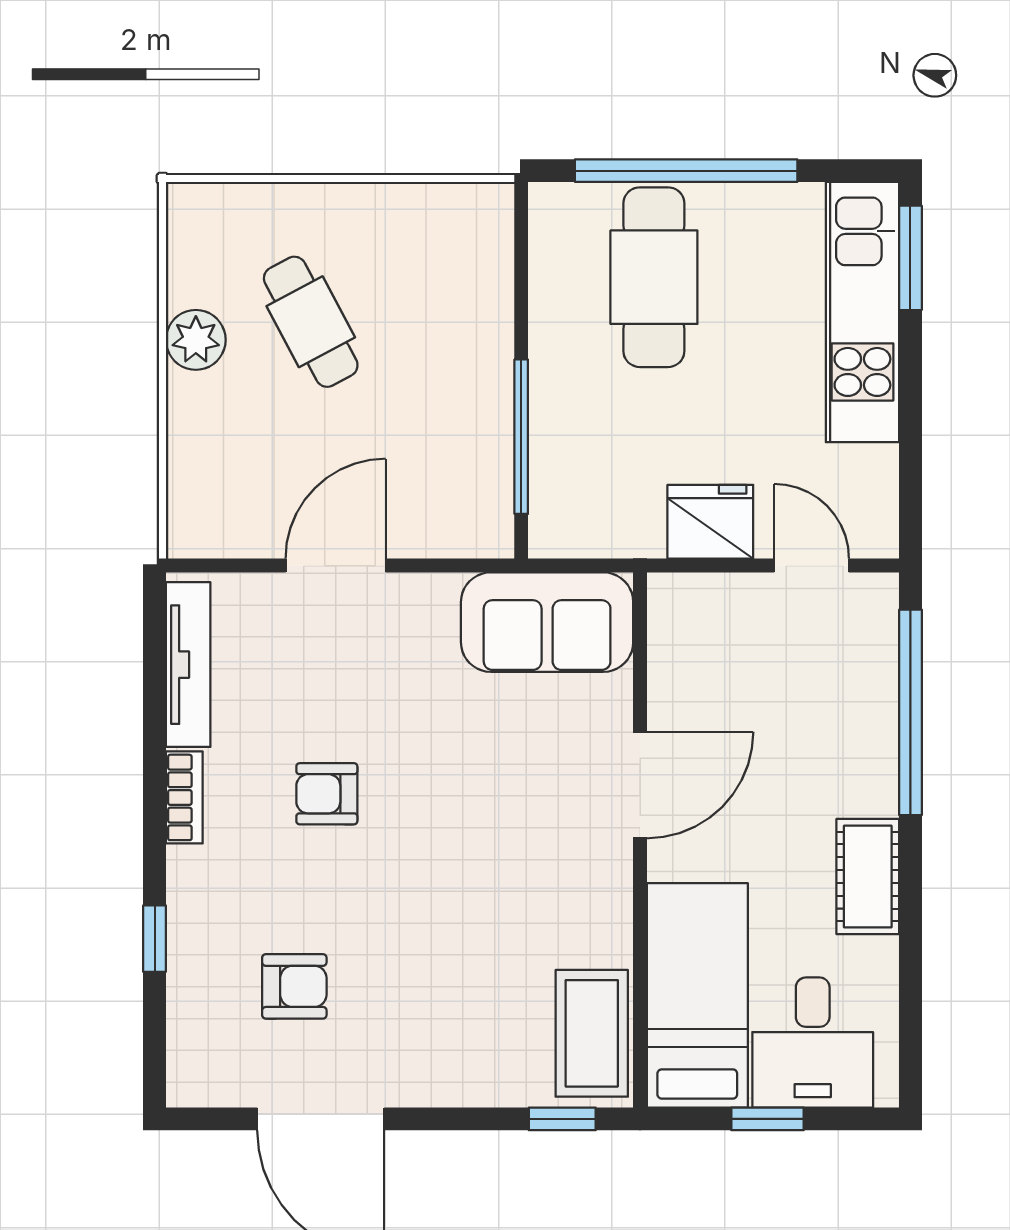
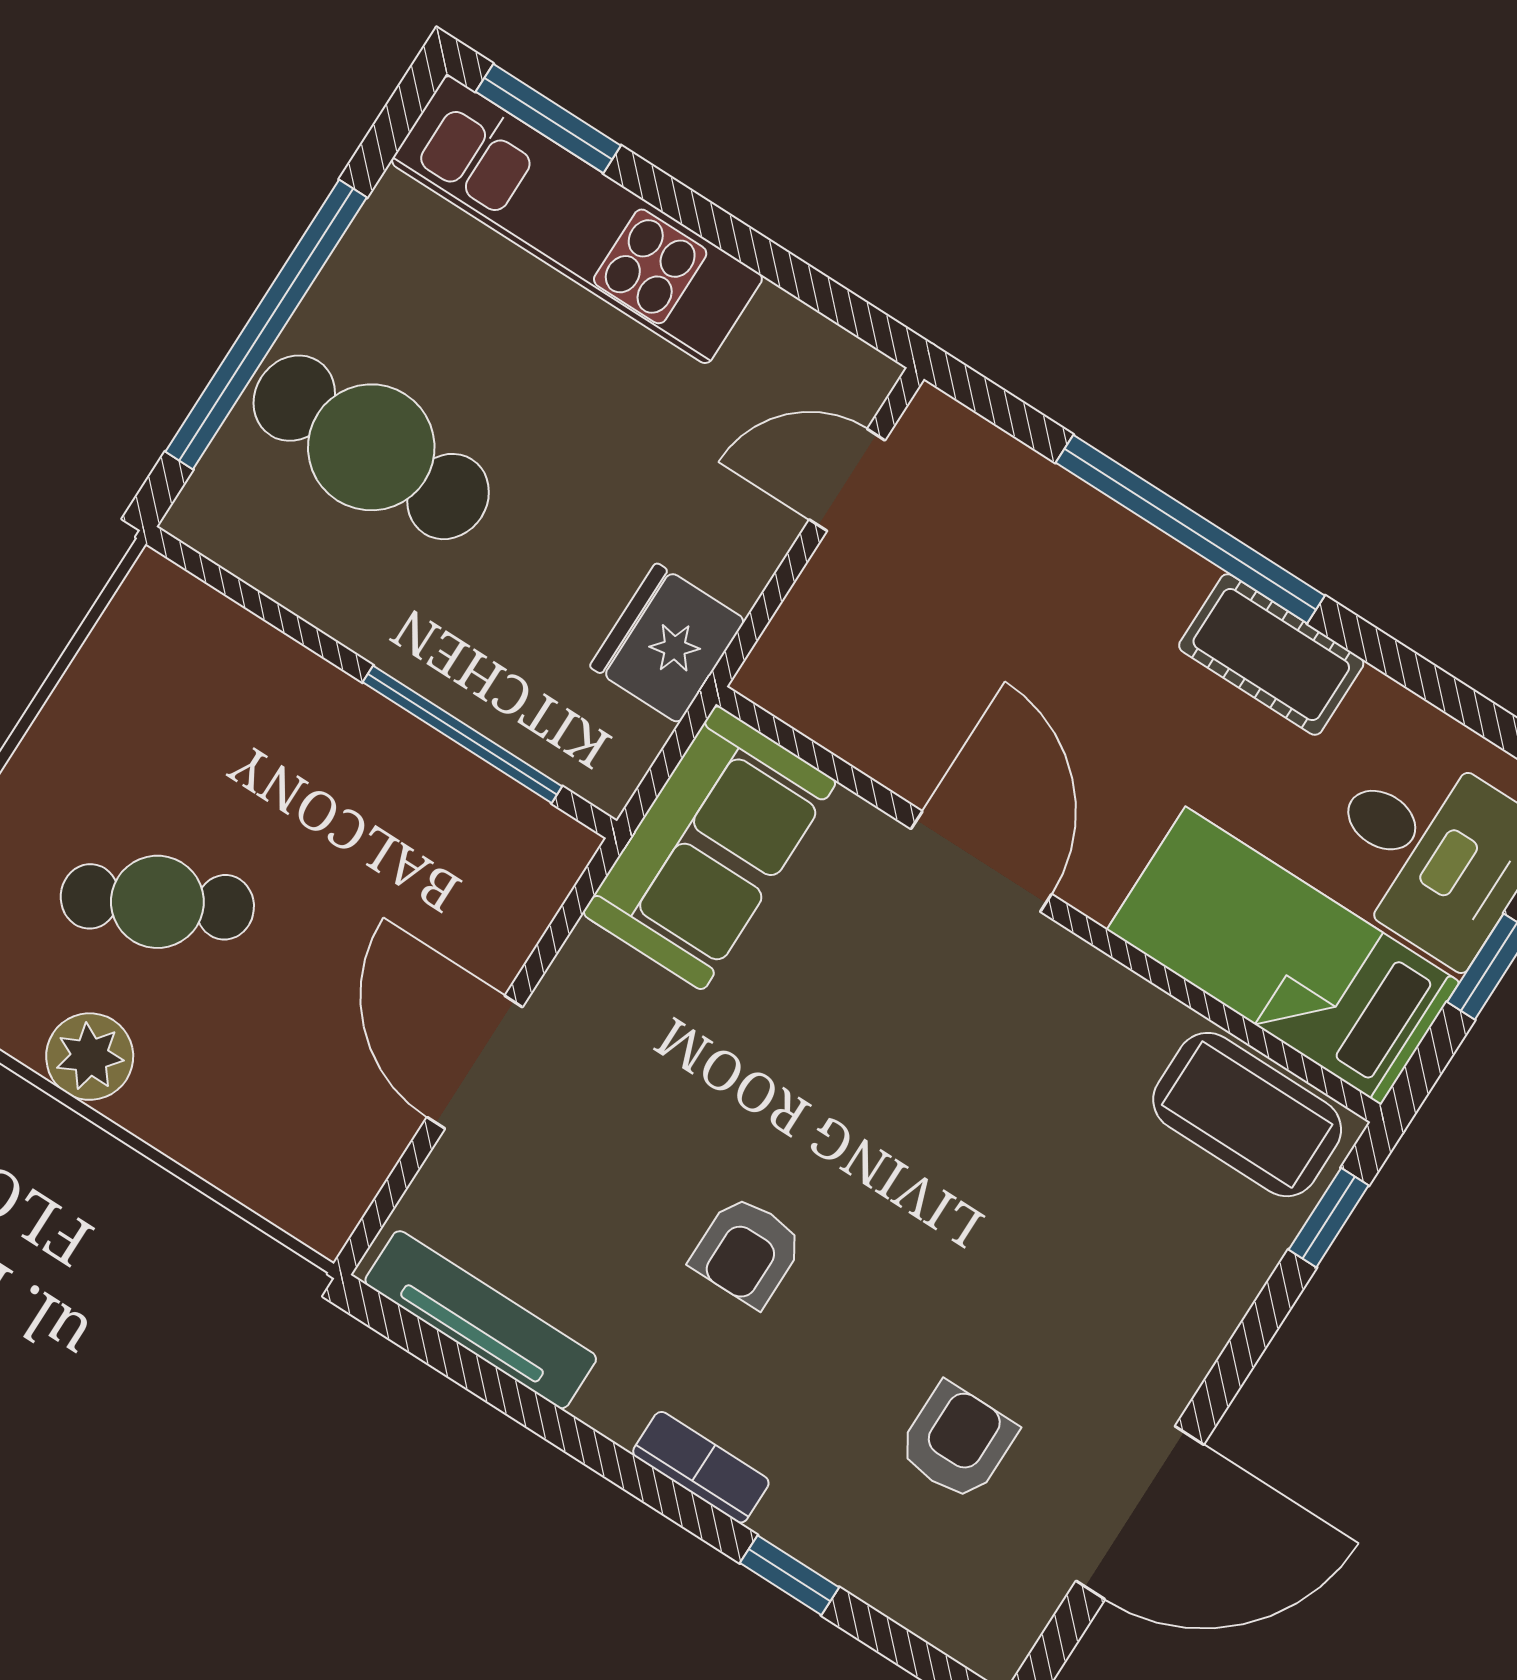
fridge: (710, 522) -> (667, 643), moved
window: (910, 712) -> (1190, 529), moved
bookcase: (184, 797) -> (701, 1467), moved

